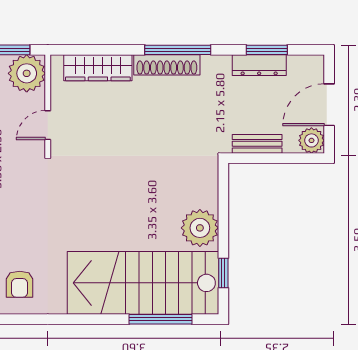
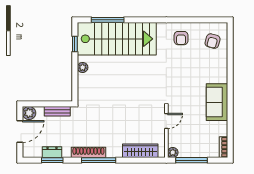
shoe rack: (167, 65) -> (88, 152), moved
dresser: (259, 65) -> (52, 152), width x0.70
plant: (27, 73) -> (173, 152), width x0.53, depth x0.53
plant: (200, 228) -> (83, 67), width x0.53, depth x0.53
armchair: (20, 284) -> (181, 38), turned 180

